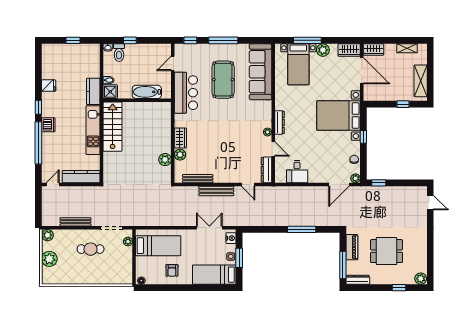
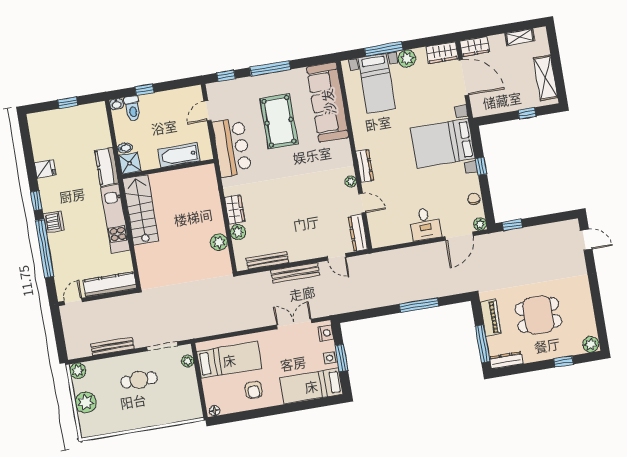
desk: (297, 172) -> (425, 224), moved

